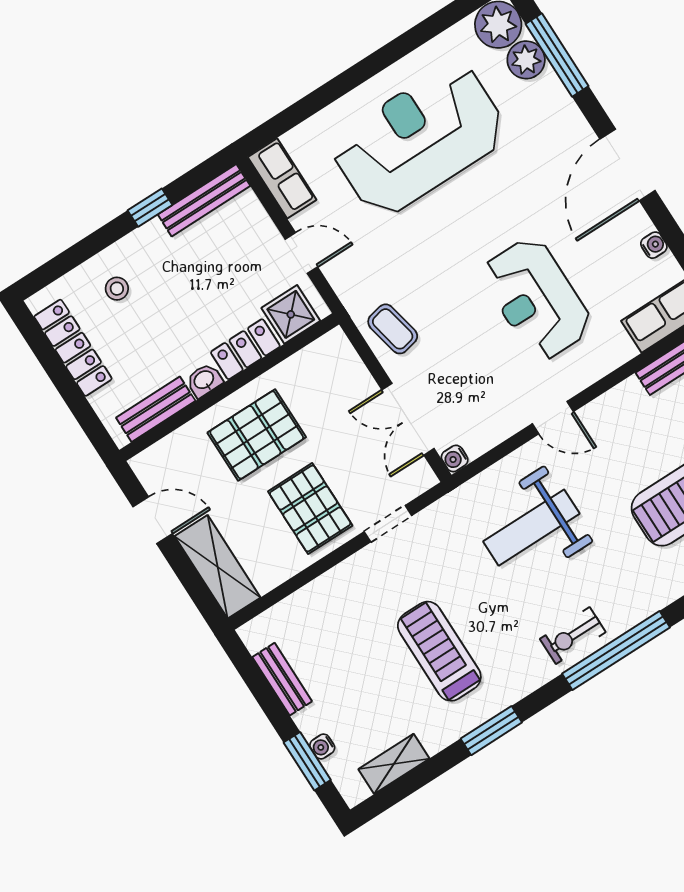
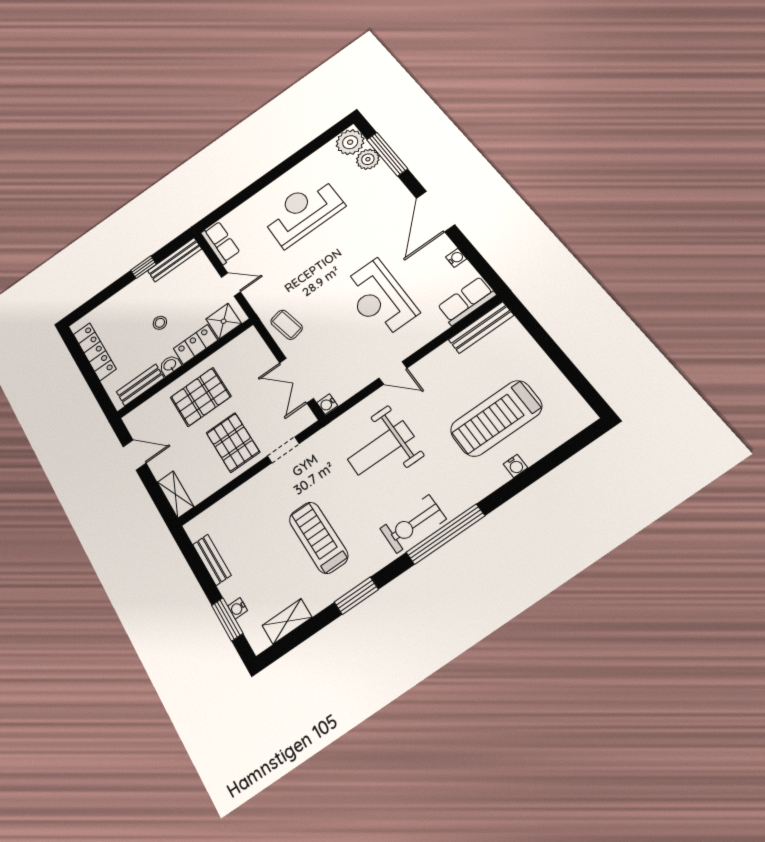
reception desk: (419, 139) -> (303, 212), width x0.74, depth x0.77
stool: (117, 289) -> (160, 323), moved
shelving: (218, 567) -> (175, 494), width x0.67, depth x0.75
exercise bike: (573, 636) -> (413, 524), width x1.38, depth x1.39

